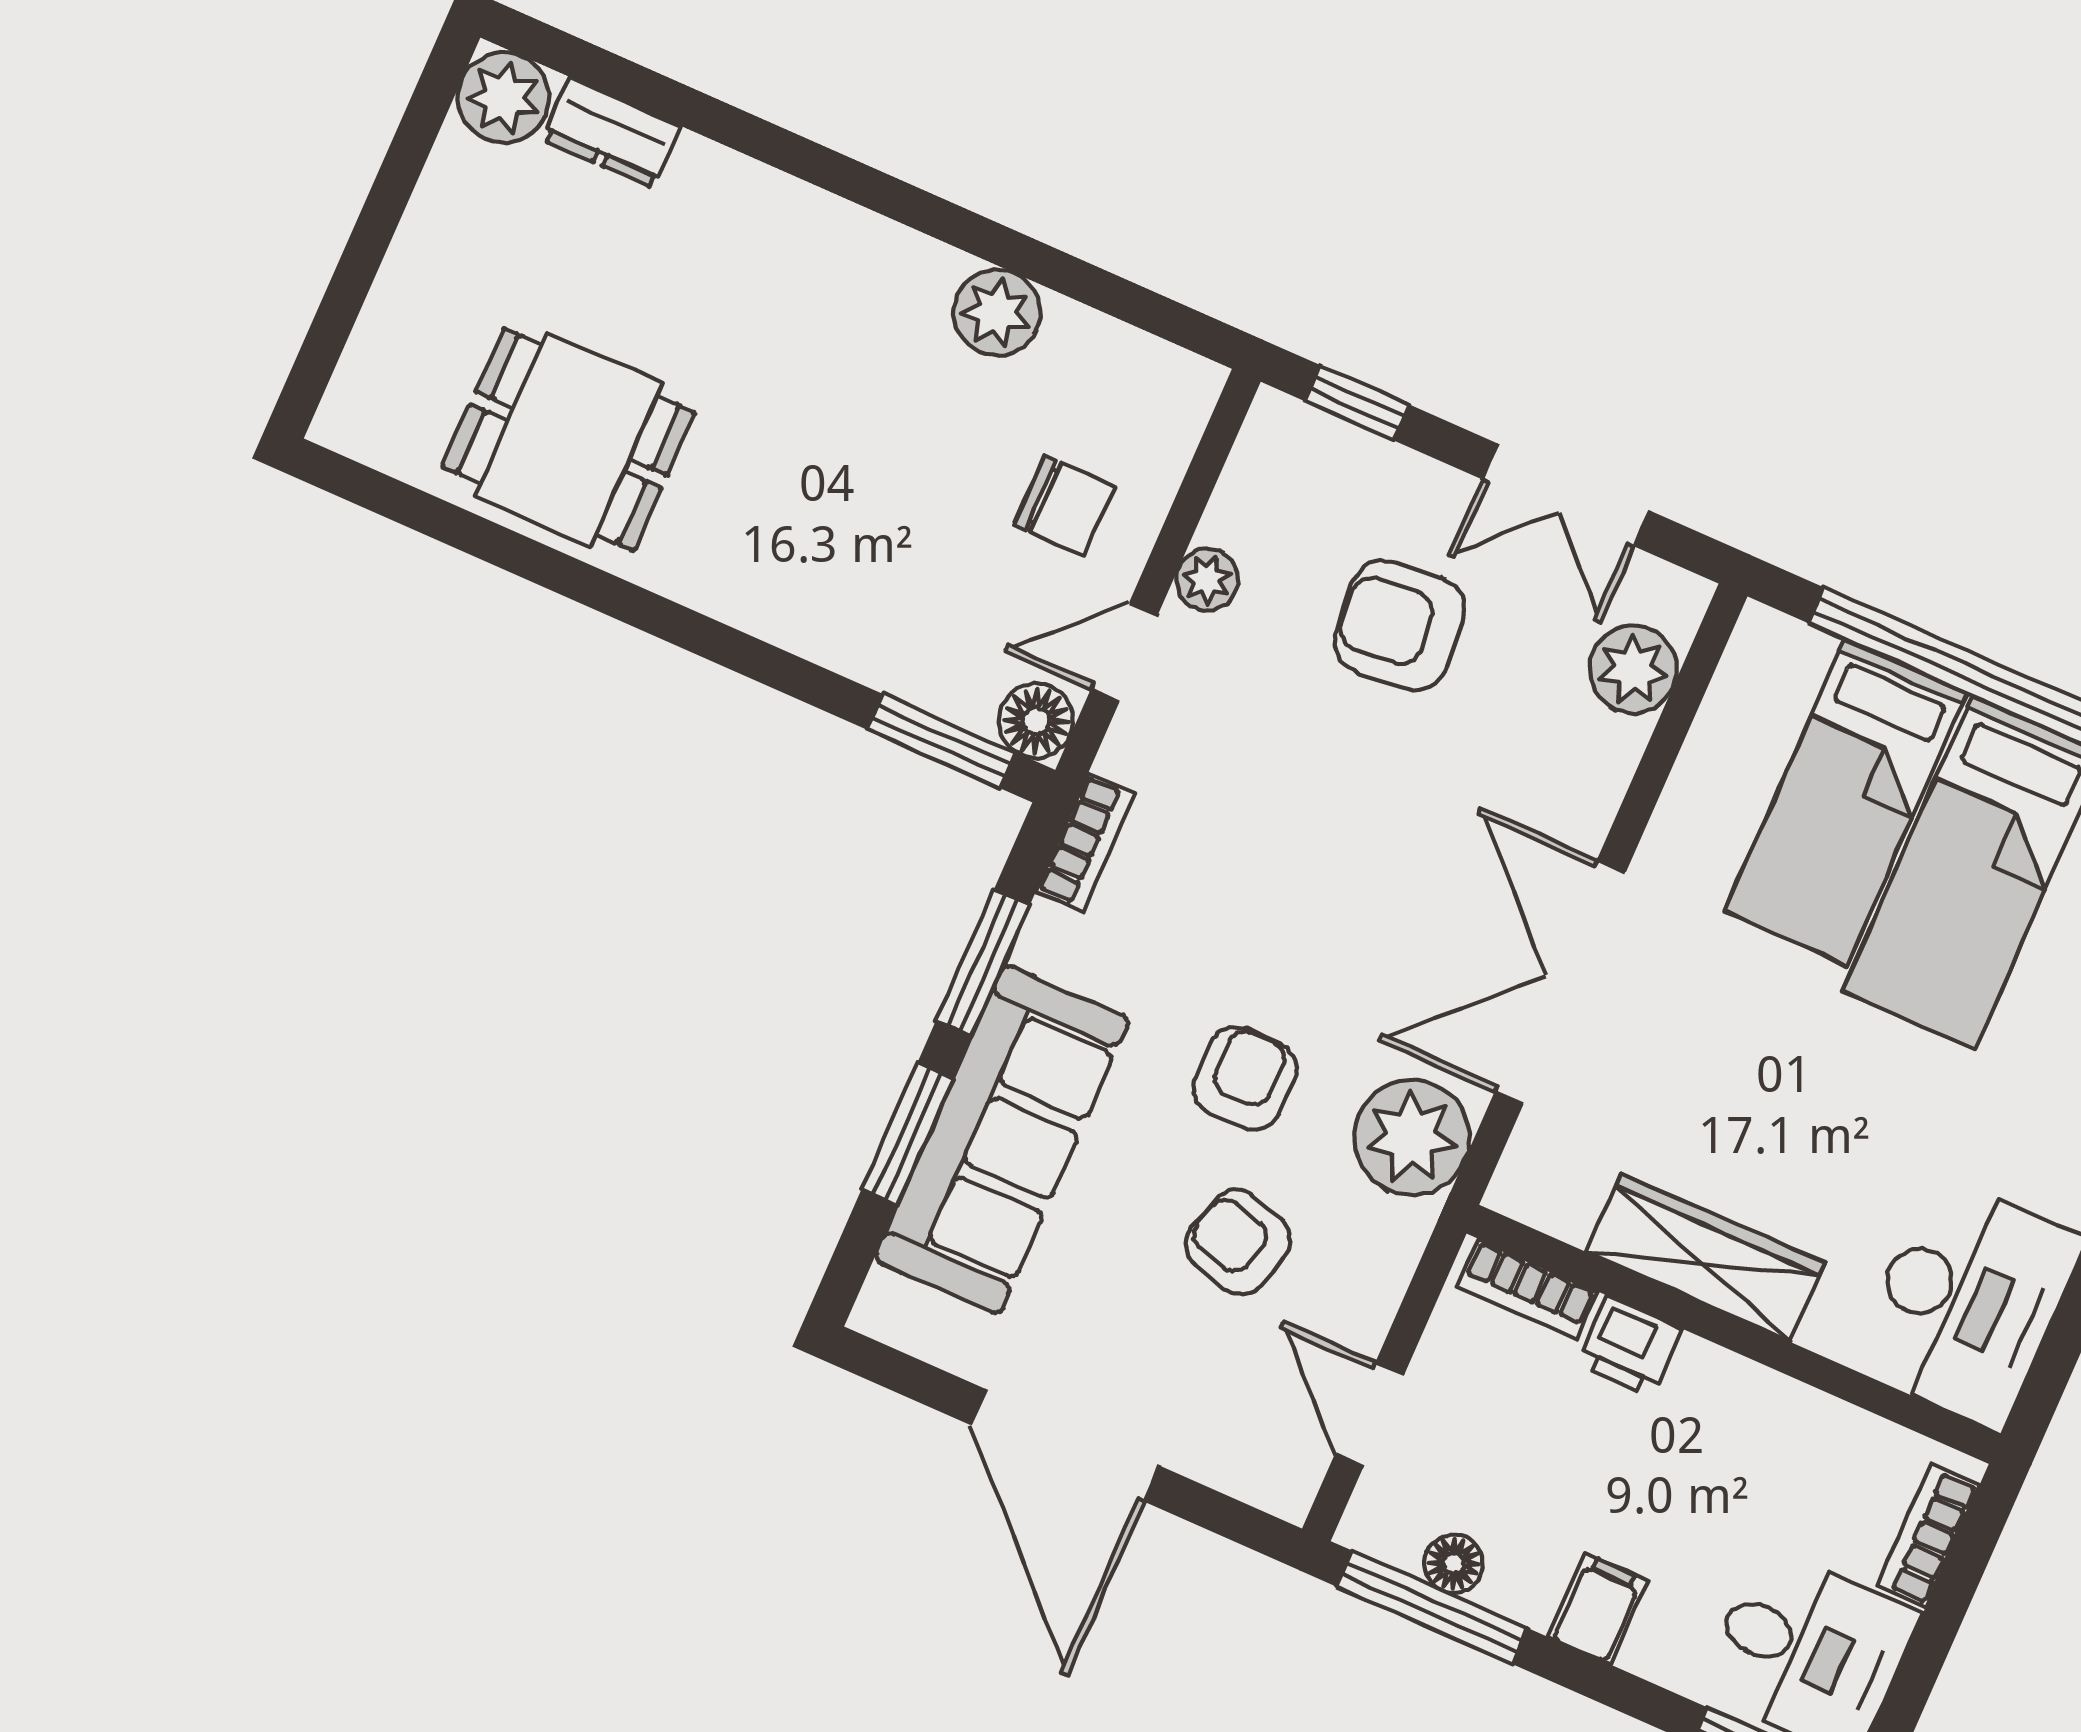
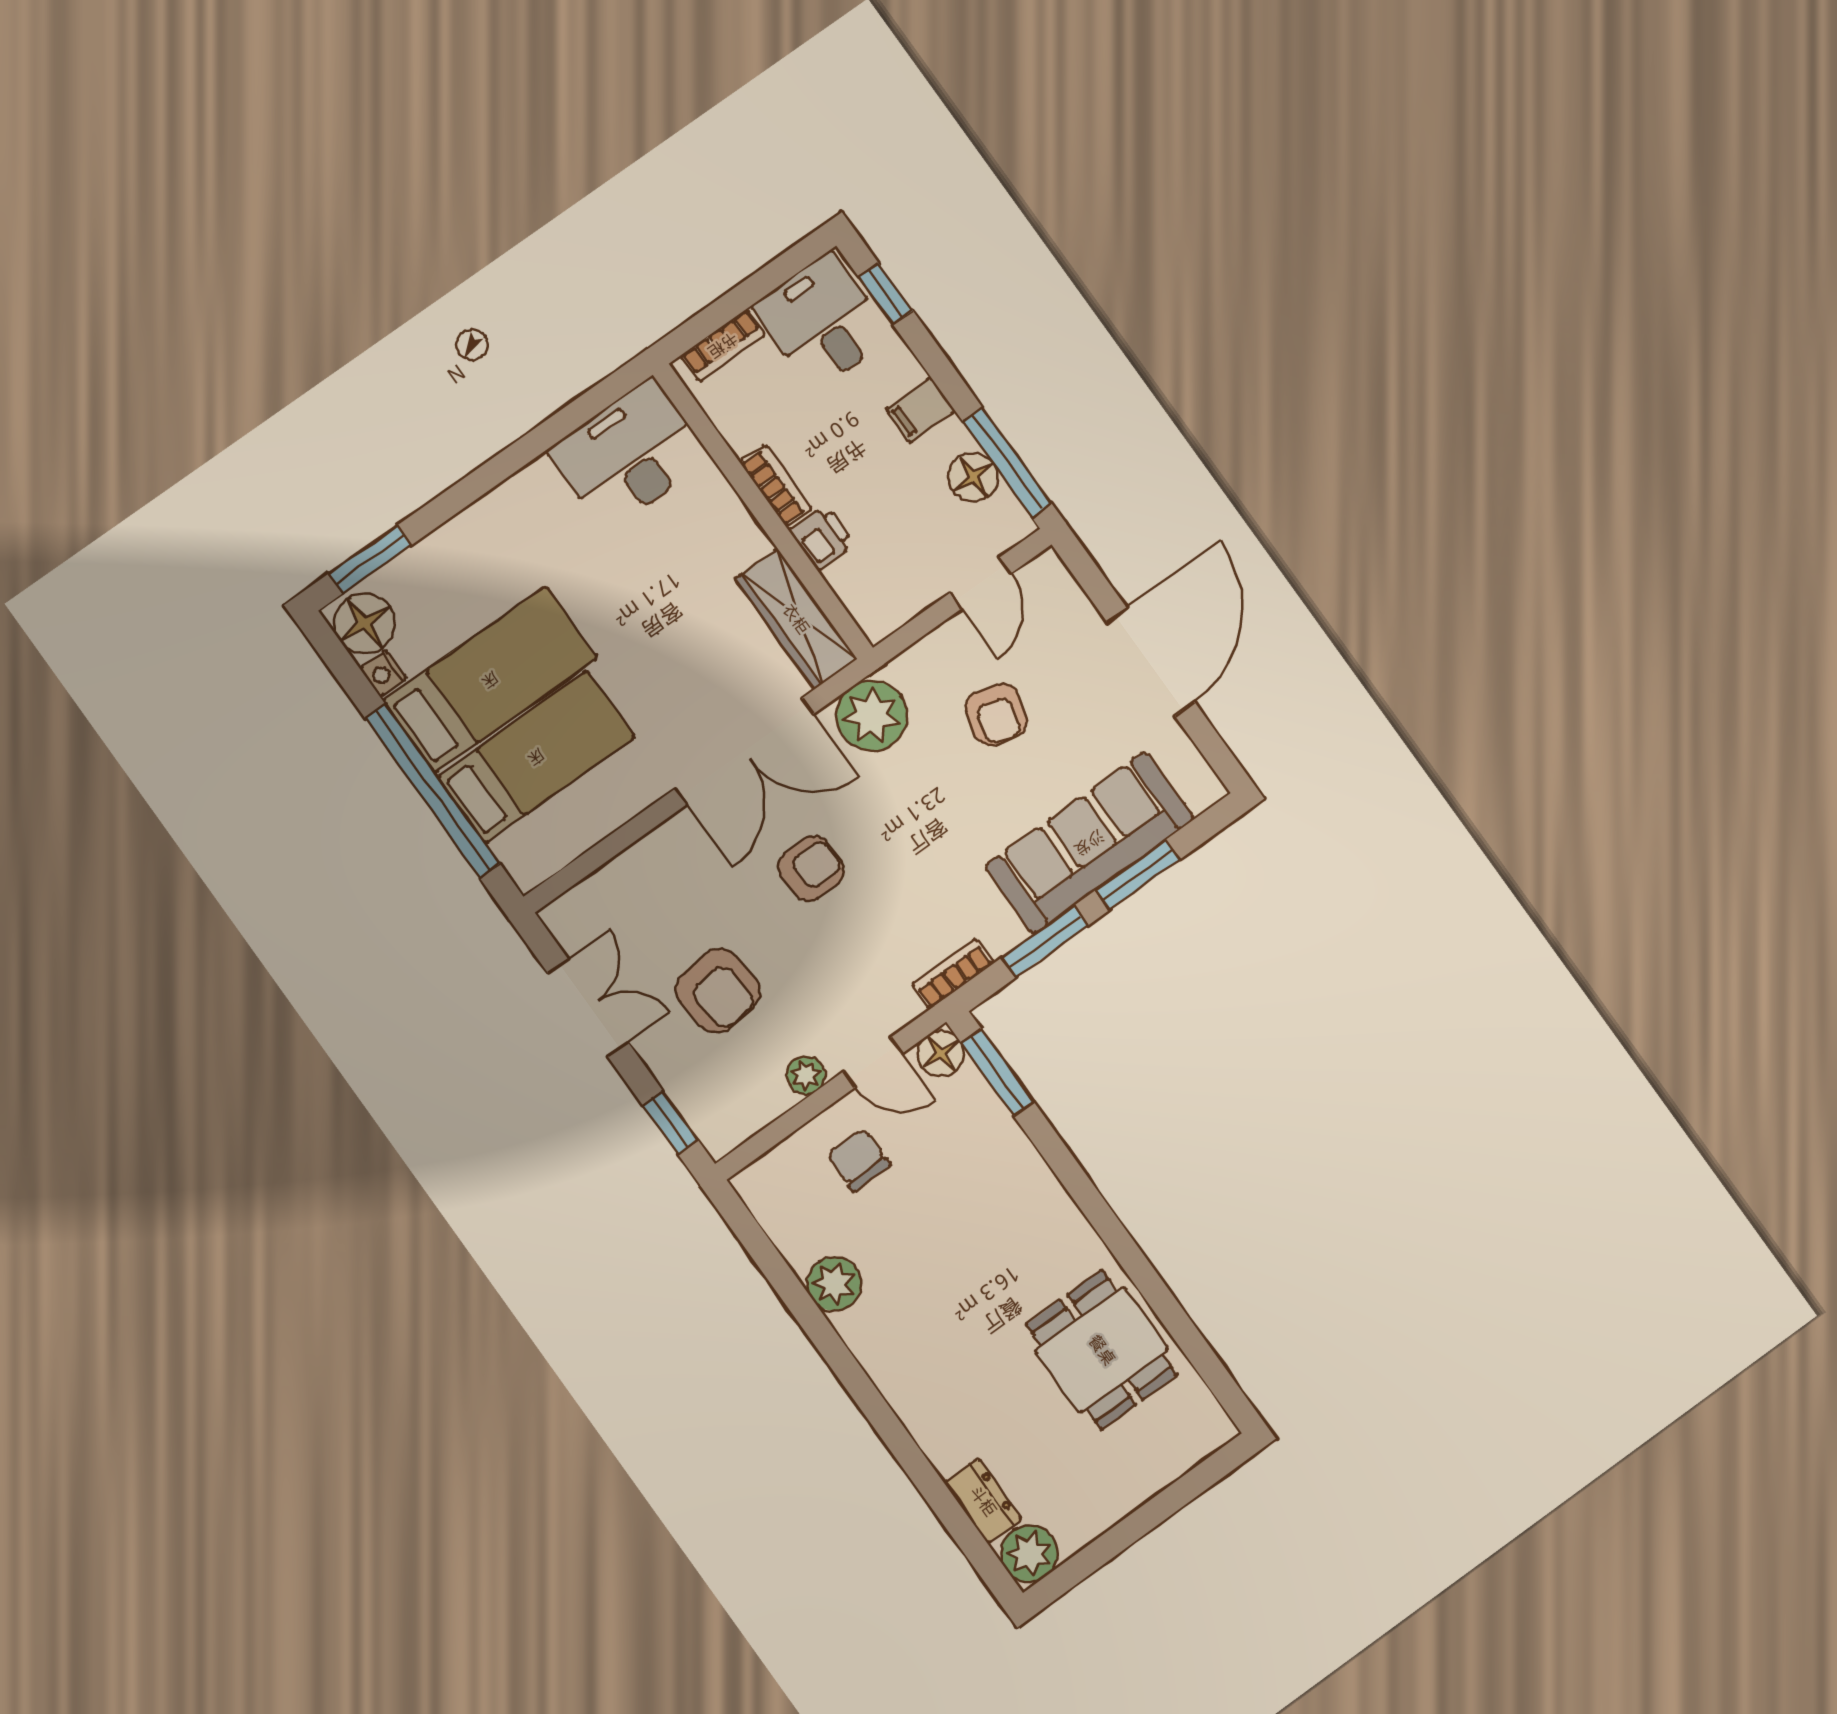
plant: (1633, 670) -> (607, 894), removed
armchair: (1245, 1078) -> (811, 868), moved, turned 180
wardrobe: (1705, 1257) -> (796, 619), moved
bookcase: (1528, 1289) -> (776, 486), moved
floor lamp: (1454, 1563) -> (973, 477), width x1.37, depth x1.37

